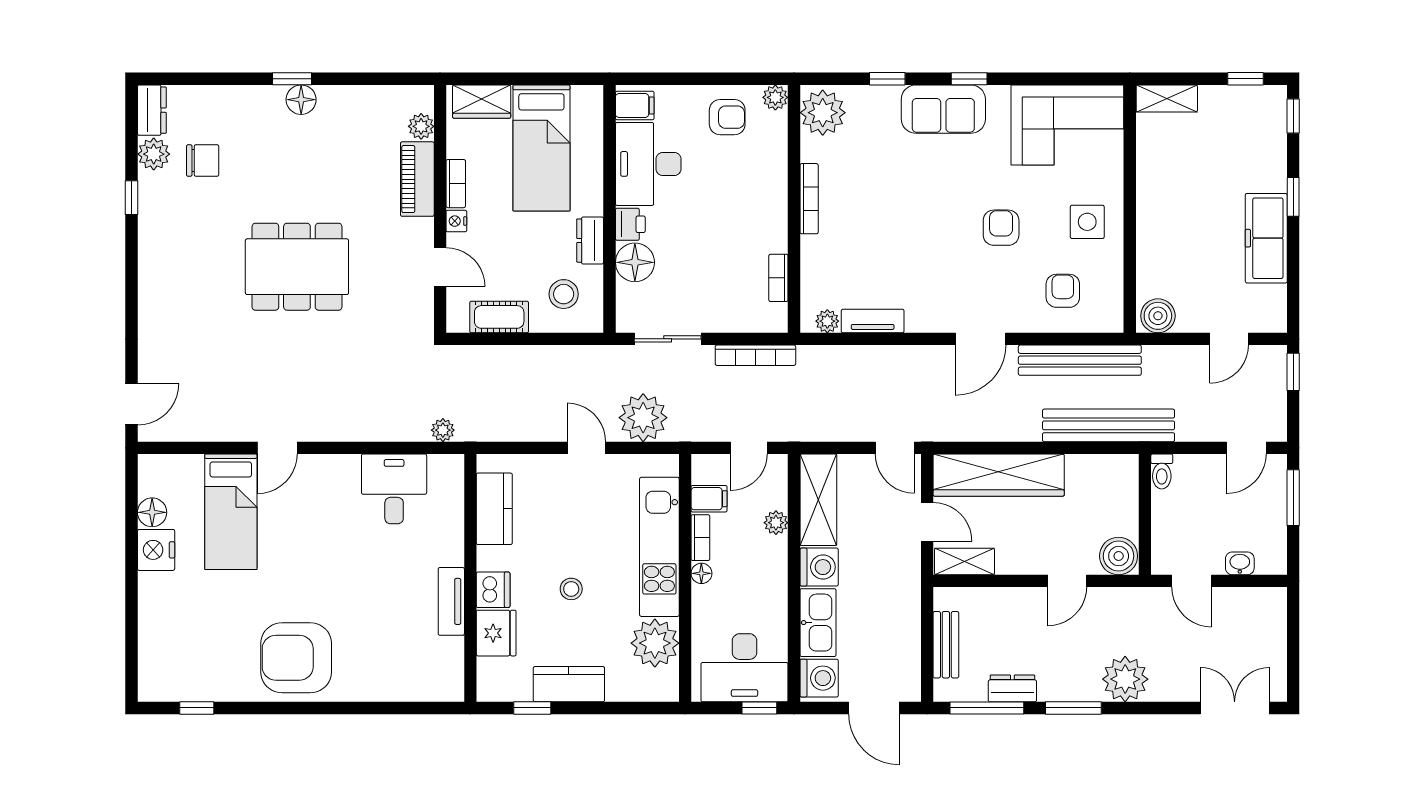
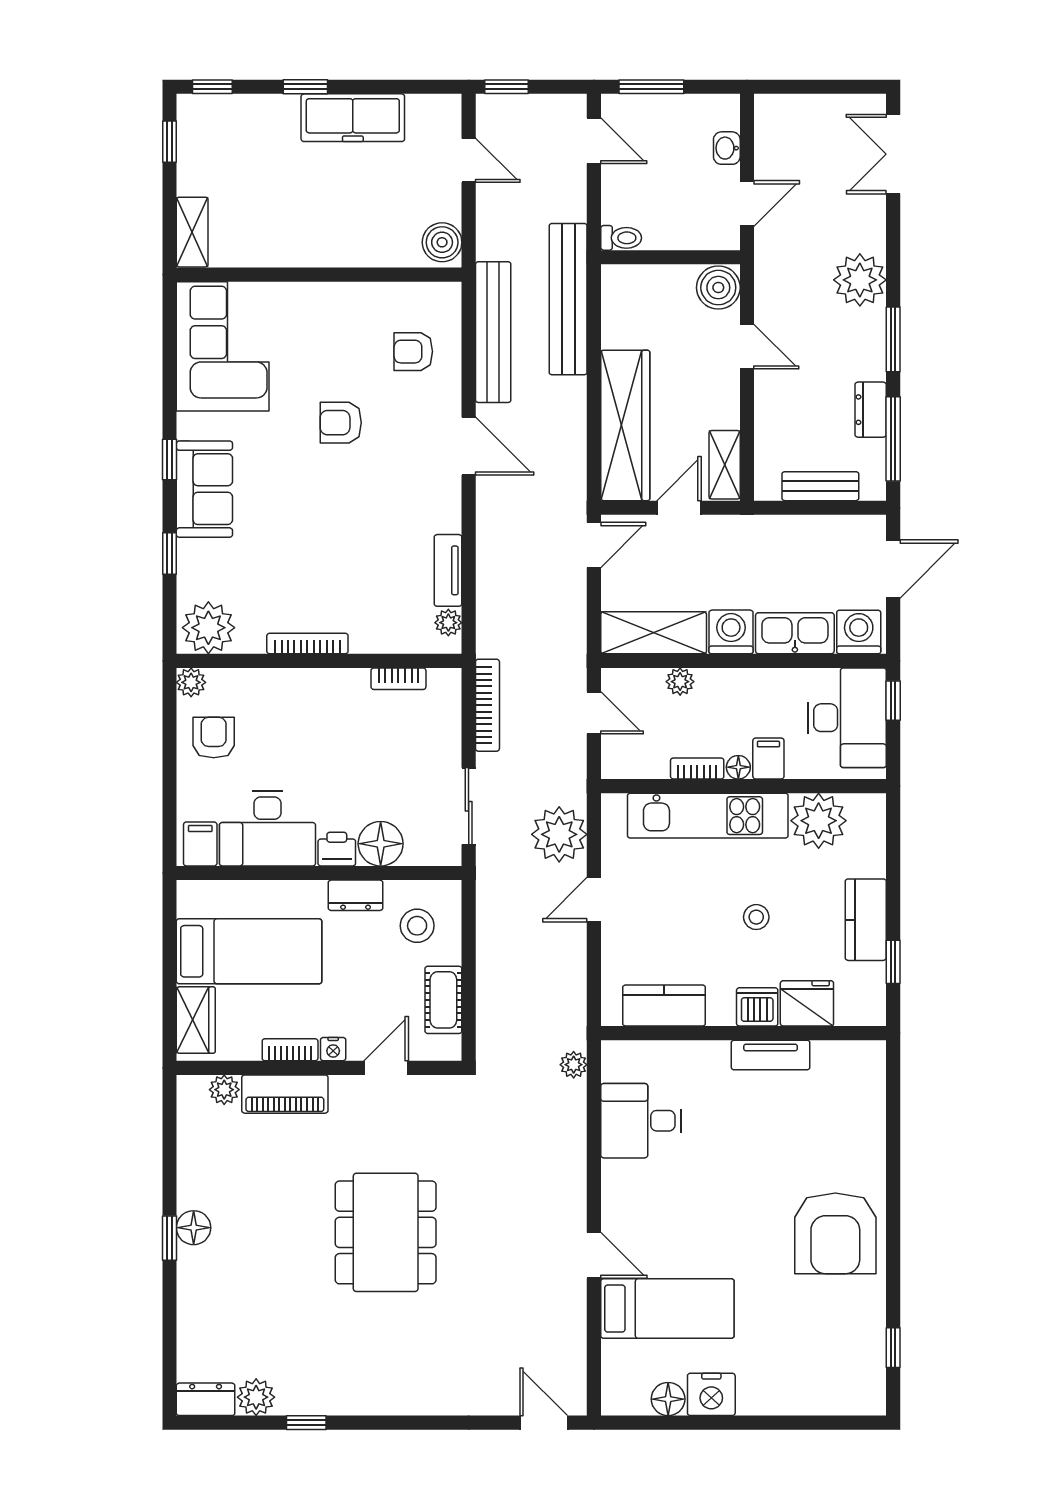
chair: (203, 161) -> (263, 1341), removed
side table: (1087, 222) -> (334, 324), removed
filing cabinet: (709, 499) -> (768, 758), moved

